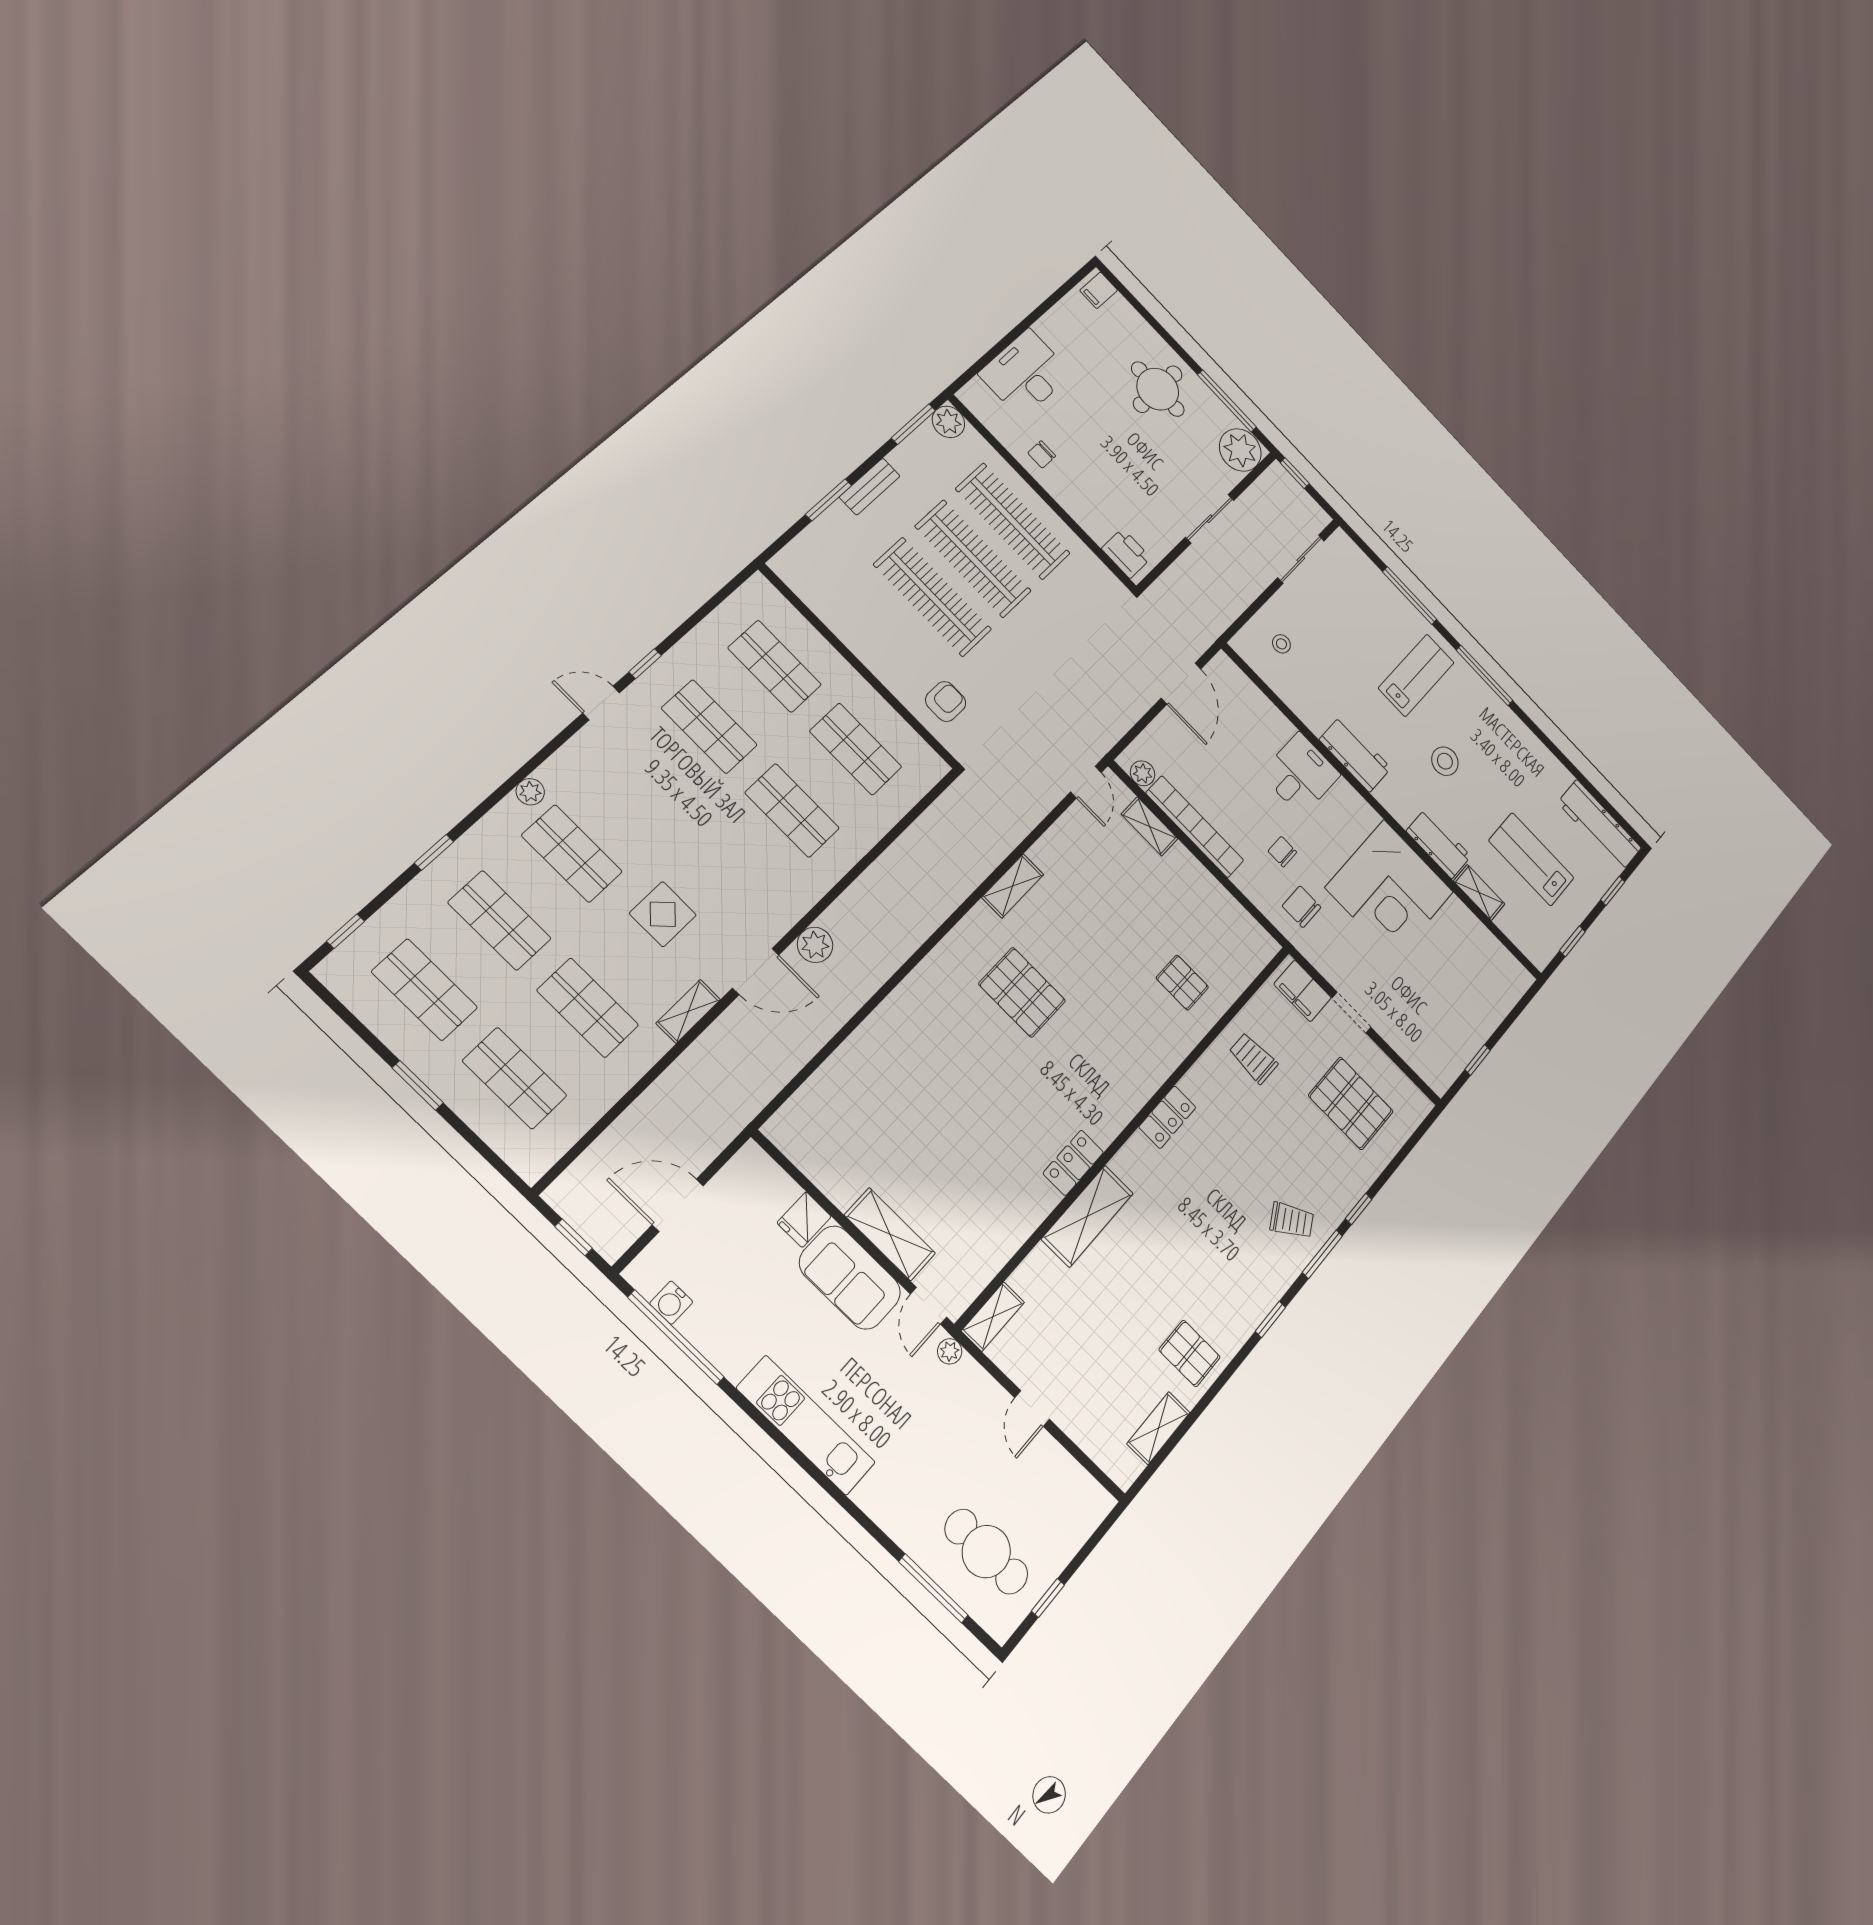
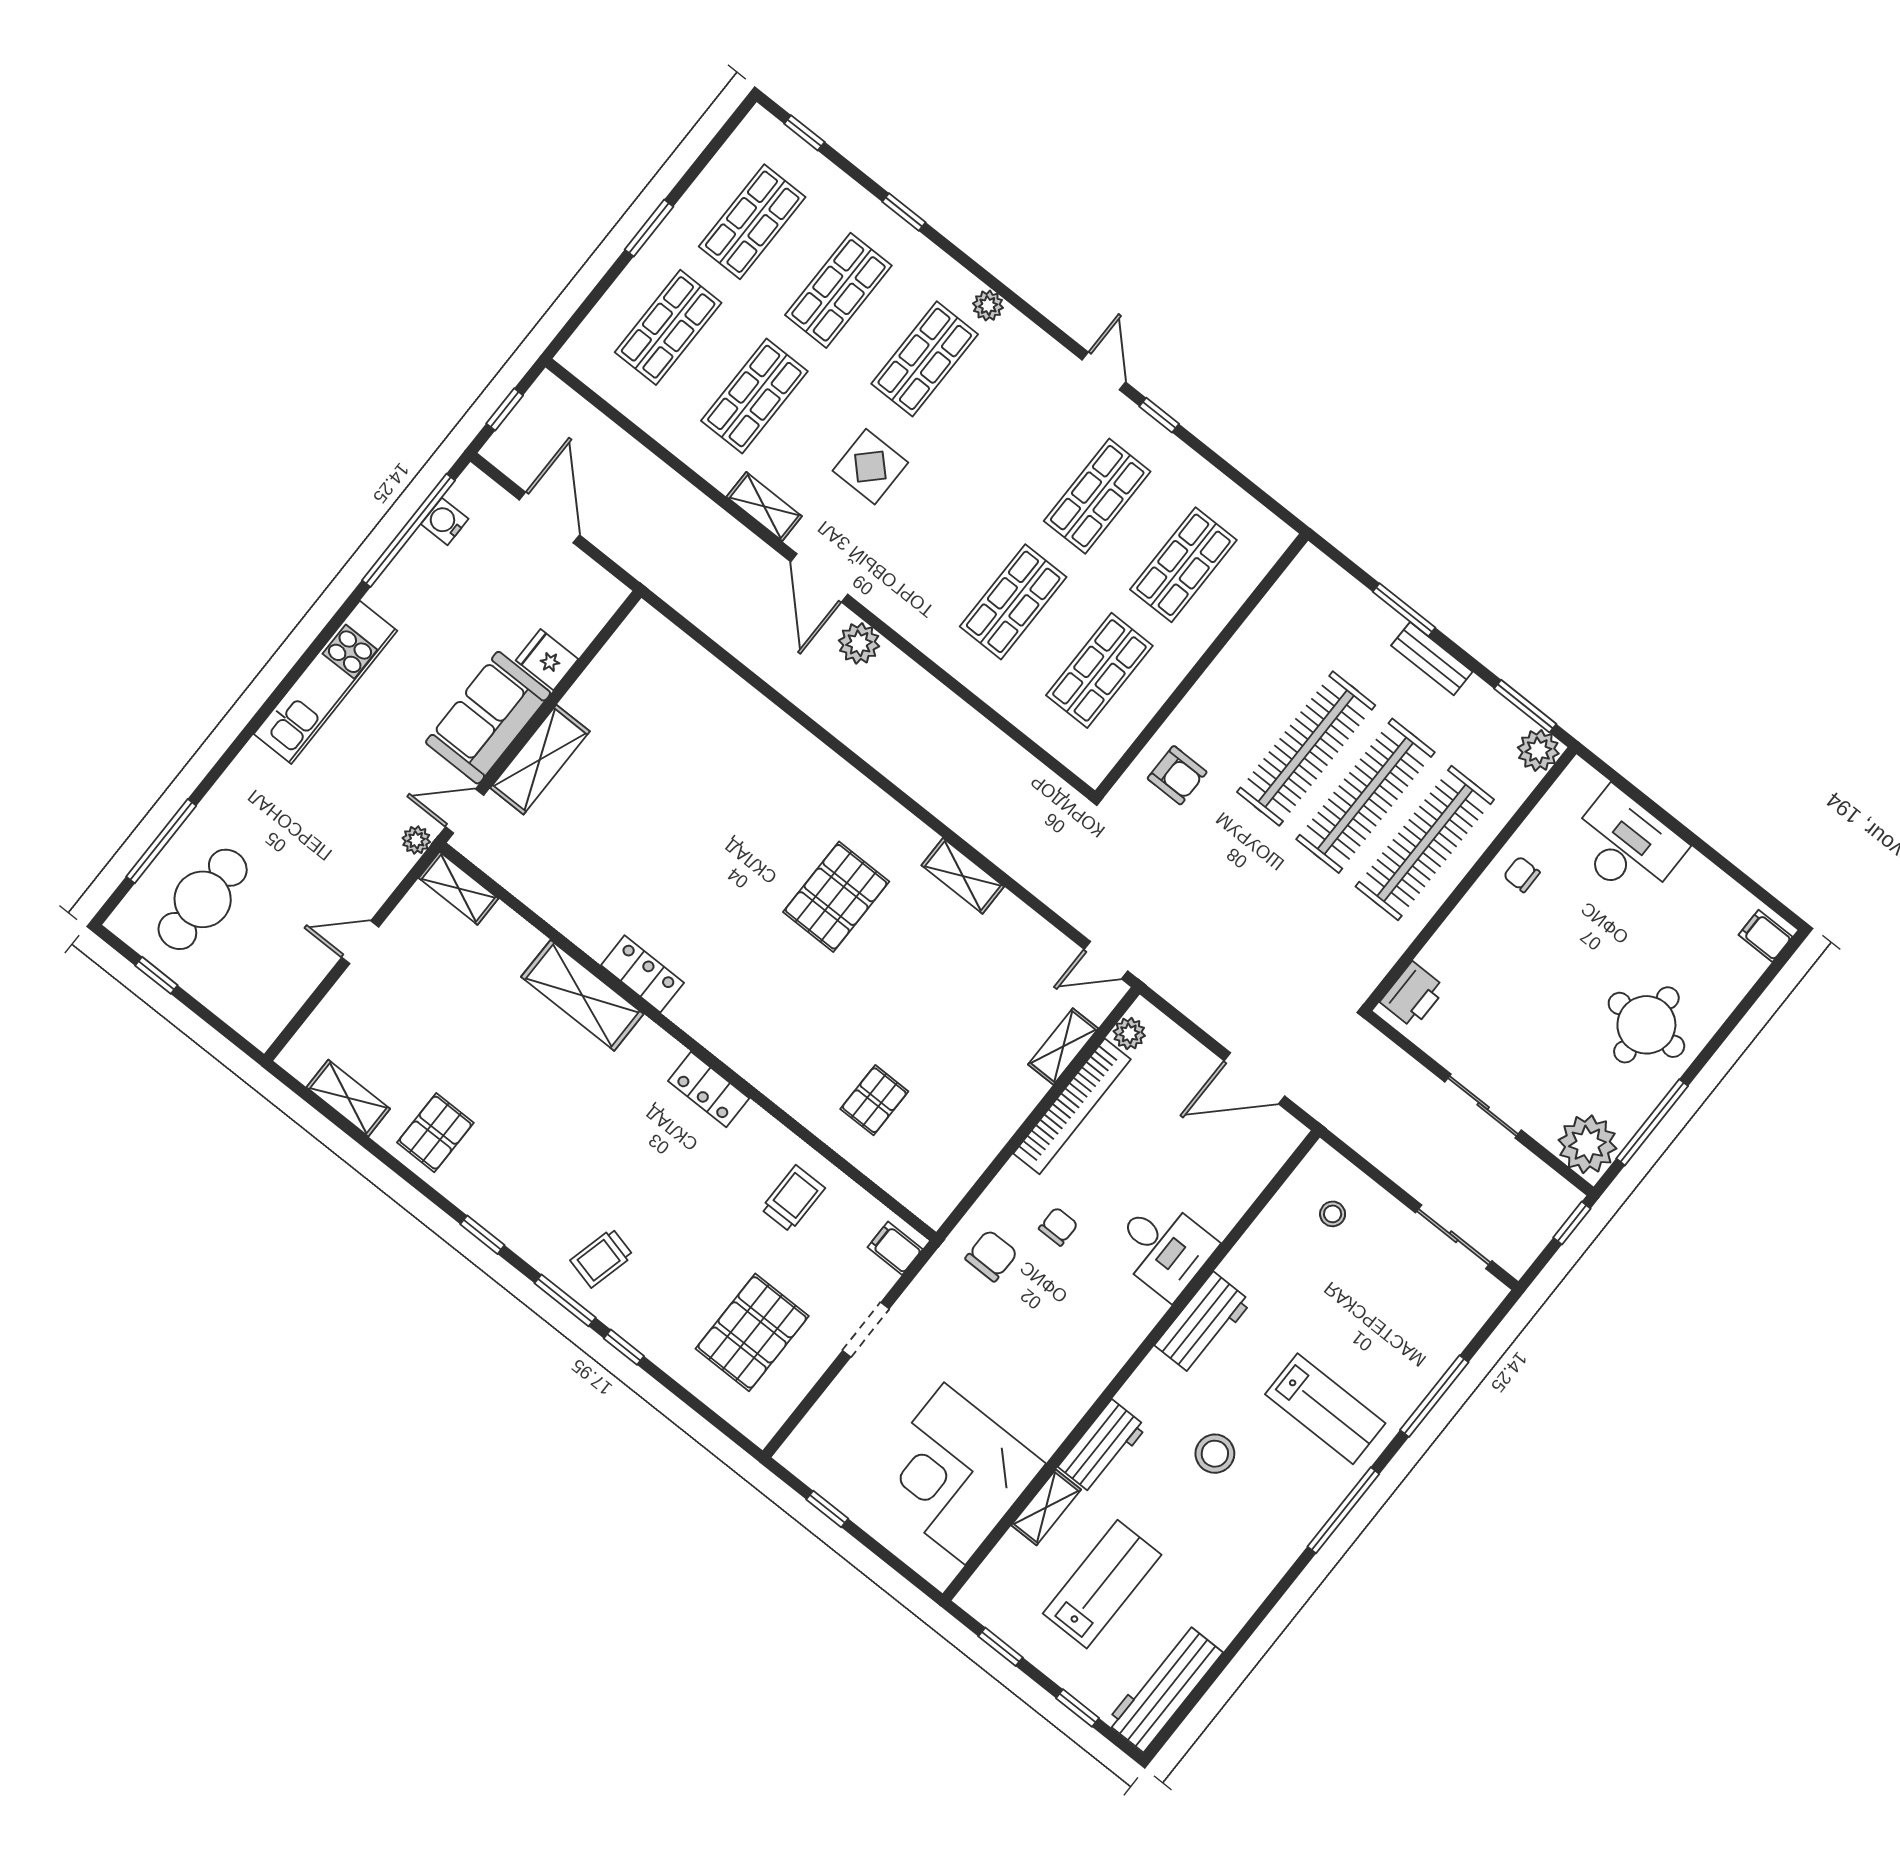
corner desk: (1389, 890) -> (955, 1474), moved
filing cabinet: (1303, 991) -> (895, 1248), width x0.50
trolley: (1292, 1220) -> (602, 1258), turned 45

